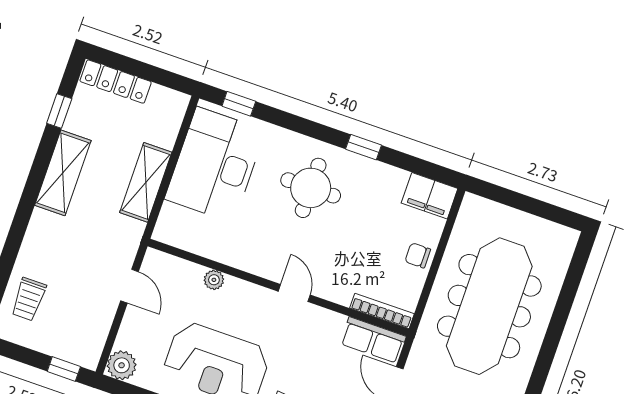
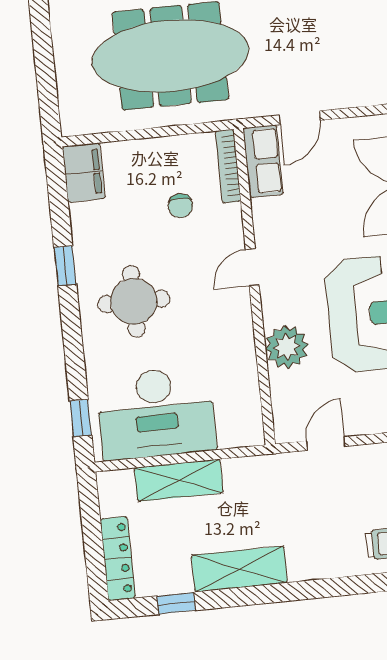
shelving: (146, 182) -> (179, 480), moved
chair: (418, 255) -> (180, 206), moved
plant: (214, 280) -> (287, 347), width x1.87, depth x1.87

